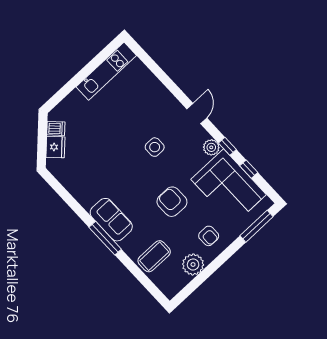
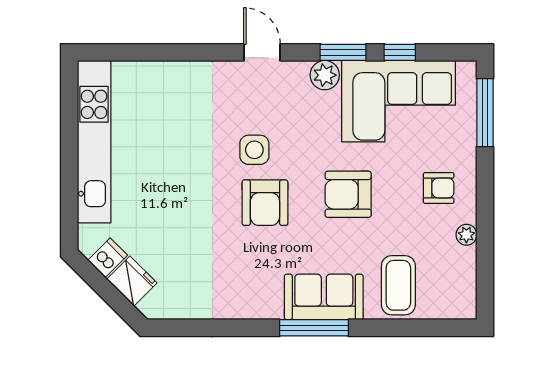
kitchen unit: (106, 71) -> (94, 142), width x1.36
window: (227, 146) -> (343, 52), width x1.50
armchair: (137, 171) -> (265, 203), added
sofa: (111, 220) -> (324, 297), moved
plant: (193, 264) -> (466, 235), width x0.53, depth x0.53

